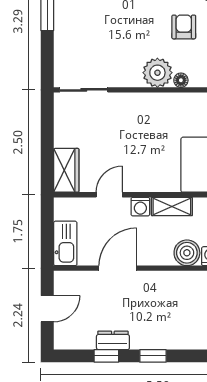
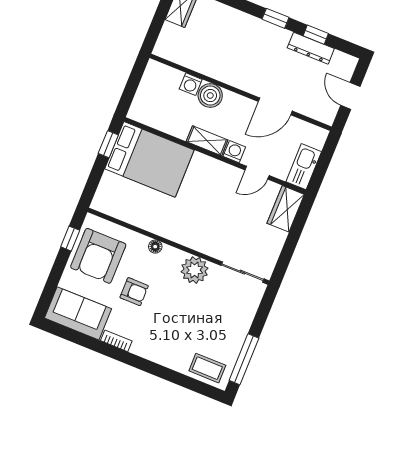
armchair: (184, 27) -> (134, 292), turned -90
plant: (157, 73) -> (195, 270), moved
kitchen sink: (65, 243) -> (304, 167), moved
door: (47, 309) -> (350, 96), hinge flipped
dresser: (113, 340) -> (311, 48), width x1.44

